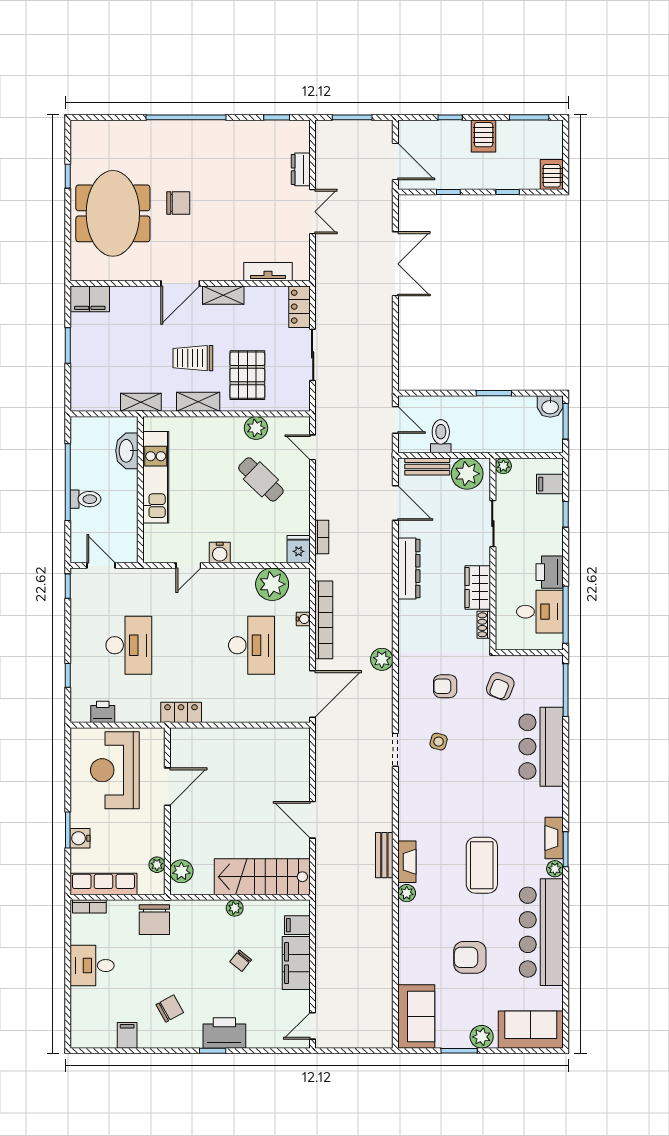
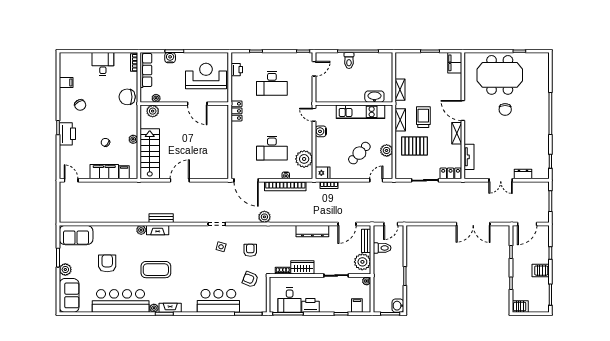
washbasin: (127, 451) -> (374, 97), moved
kitchen unit: (156, 477) -> (361, 112), moved
wall: (140, 490) -> (354, 104), moved

